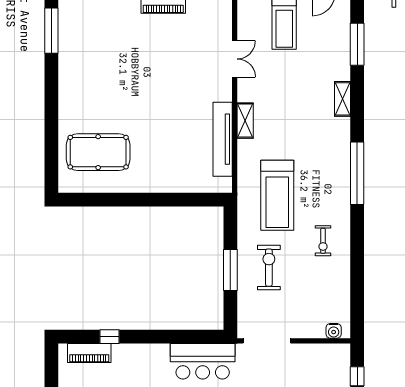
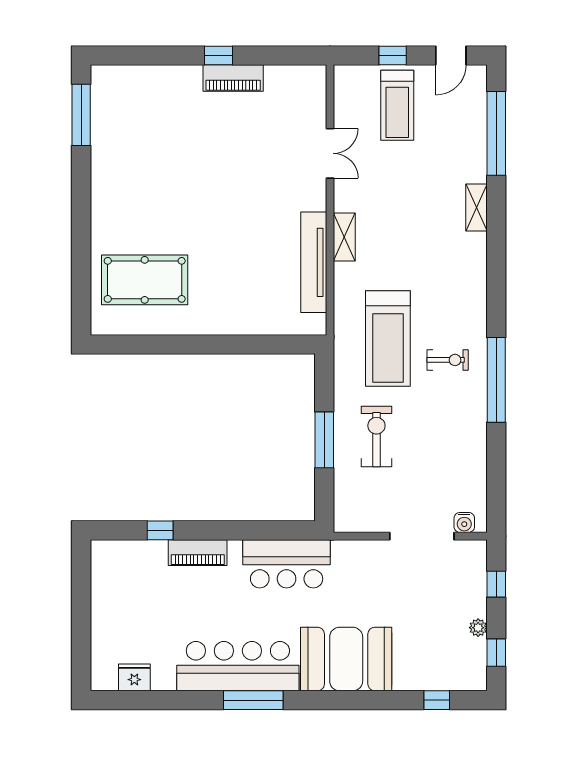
window: (357, 44) -> (496, 133), width x1.46
window: (357, 173) -> (496, 380), moved
exercise bike: (323, 241) -> (448, 360), moved, turned -90
doorway: (267, 341) -> (422, 536), moved
piano: (89, 353) -> (198, 553), moved

